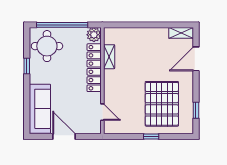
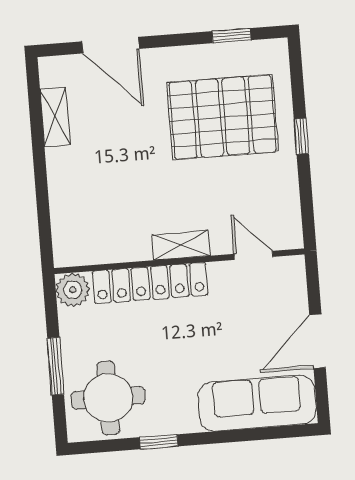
window: (62, 25) -> (56, 366), width x0.47
shelving: (181, 33) -> (55, 117), moved
shelving: (109, 57) -> (181, 245), moved
door: (102, 112) -> (253, 255), hinge flipped

